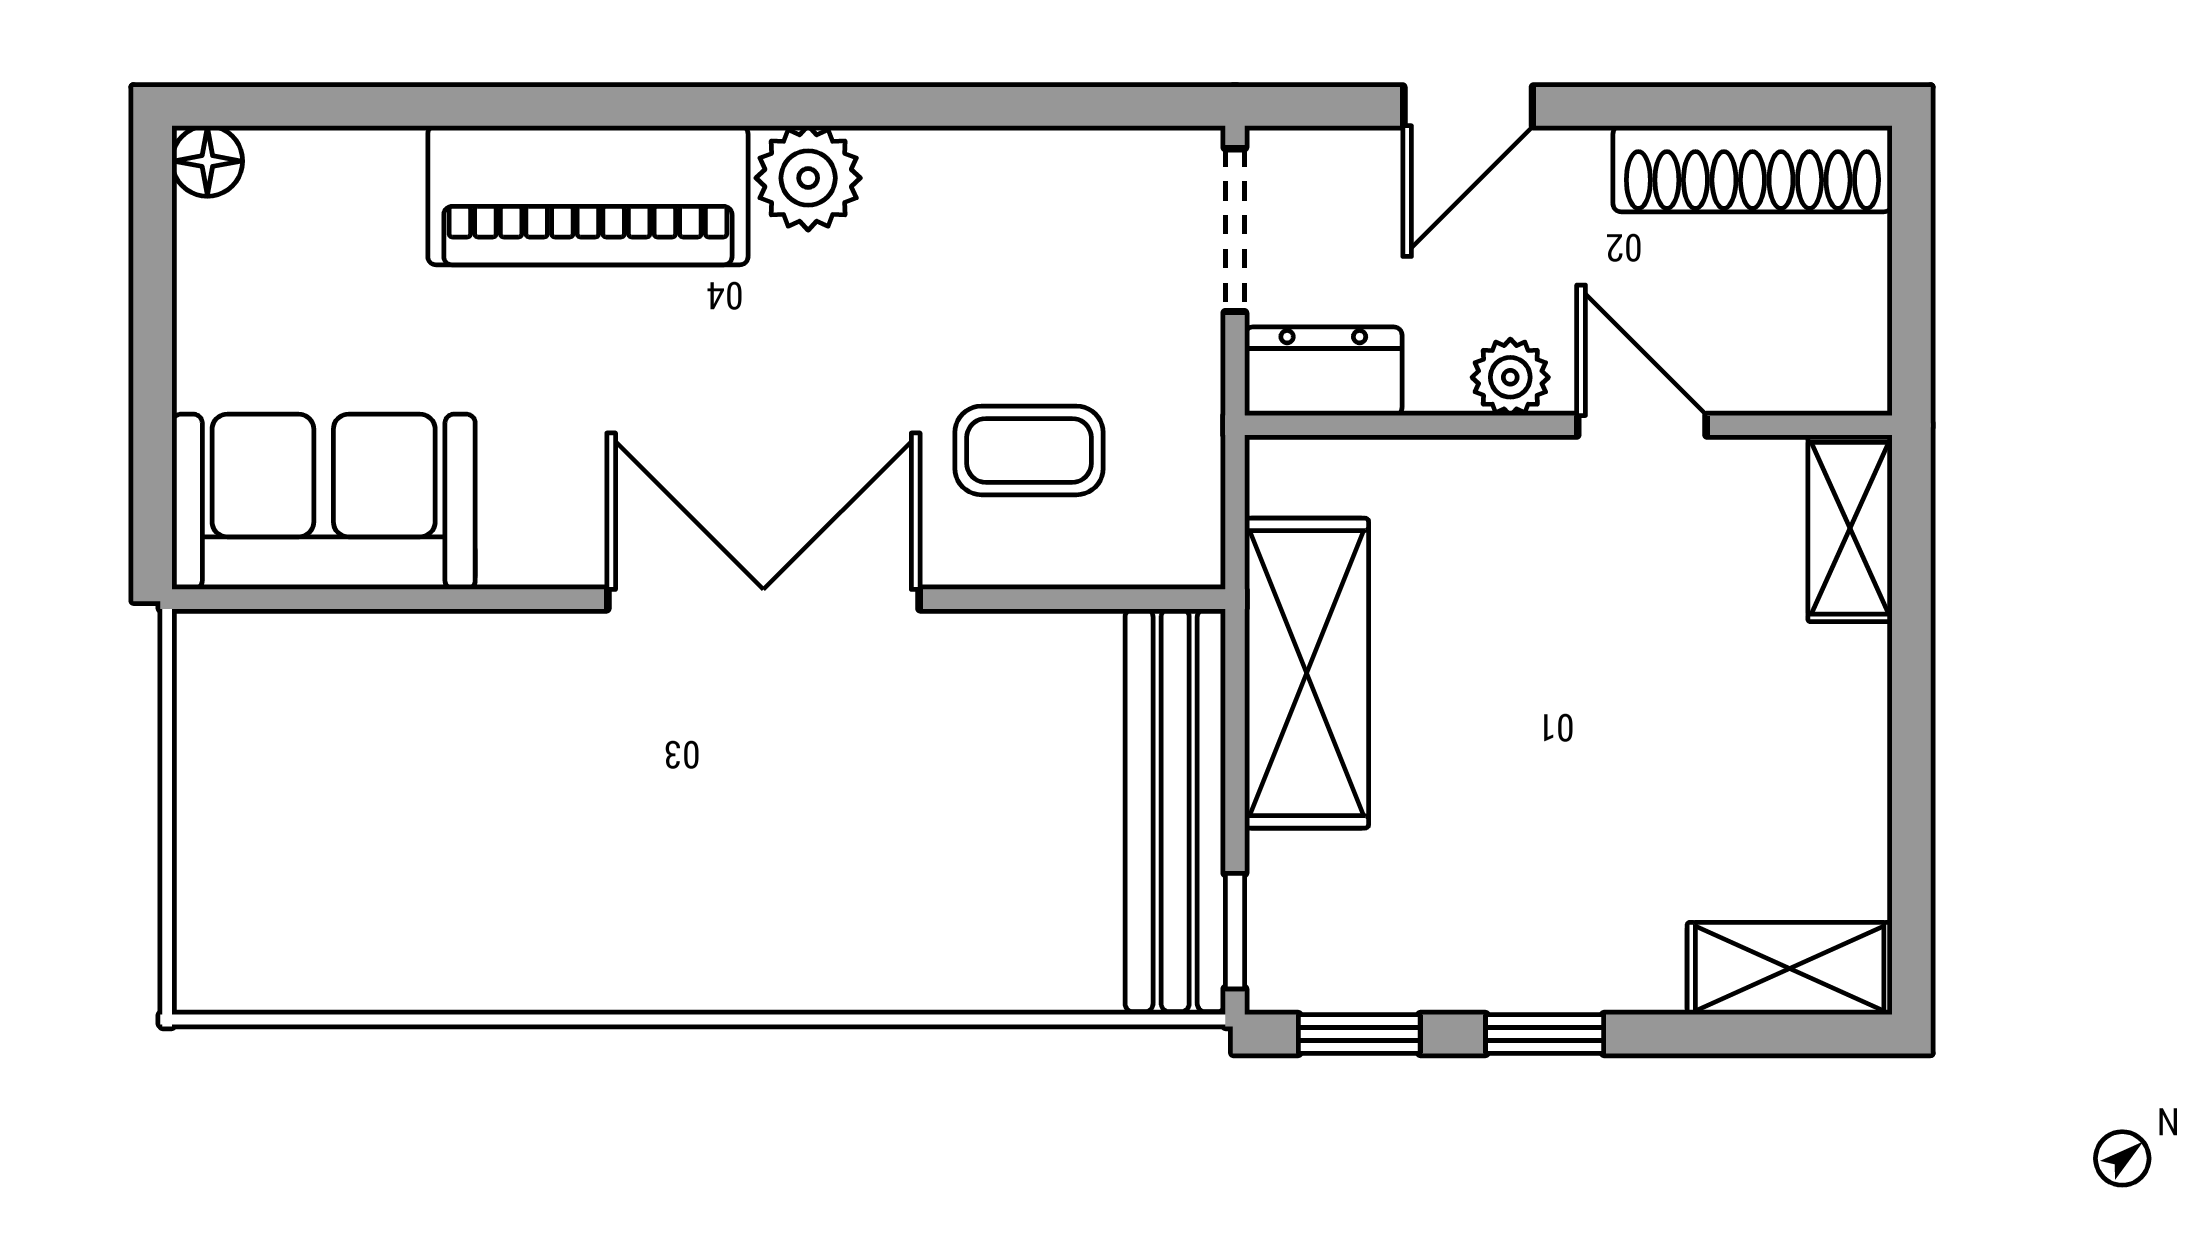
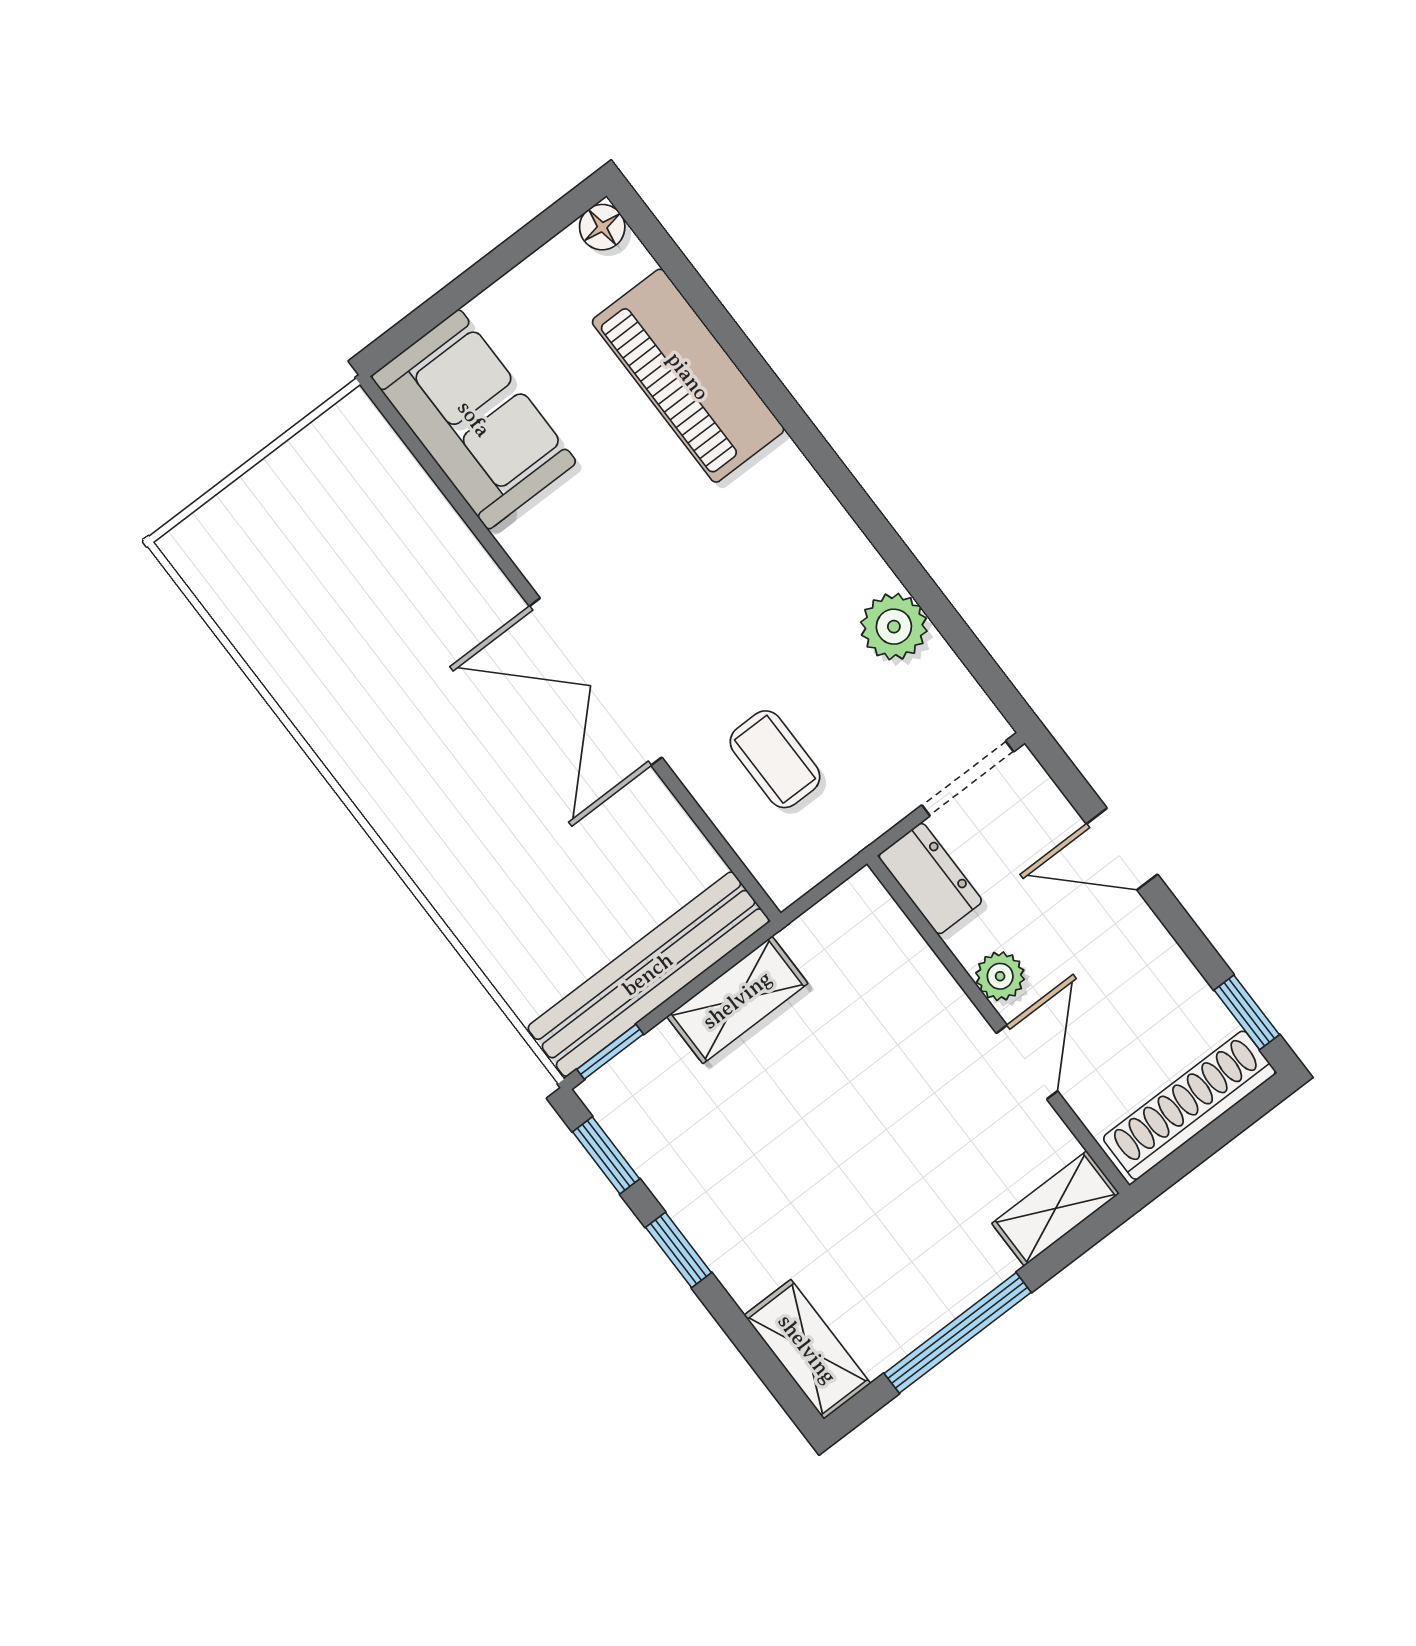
window: (1788, 106) -> (1247, 1012), added
shoe rack: (1752, 169) -> (1189, 1105), moved, turned 90
plant: (808, 178) -> (894, 627), moved
piano: (588, 195) -> (688, 376), moved
double door: (763, 599) -> (596, 682), swing flipped
shelving: (1307, 673) -> (737, 1000), width x0.67, depth x0.75
window: (1911, 767) -> (958, 1333), added

